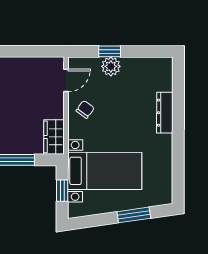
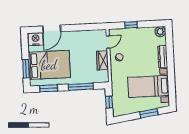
plant: (111, 66) -> (160, 32), moved
wardrobe: (54, 137) -> (102, 60), moved
bed with nightstands: (105, 171) -> (148, 86), moved, turned 180

